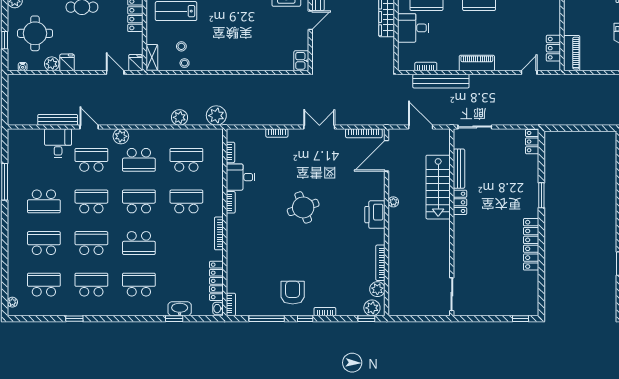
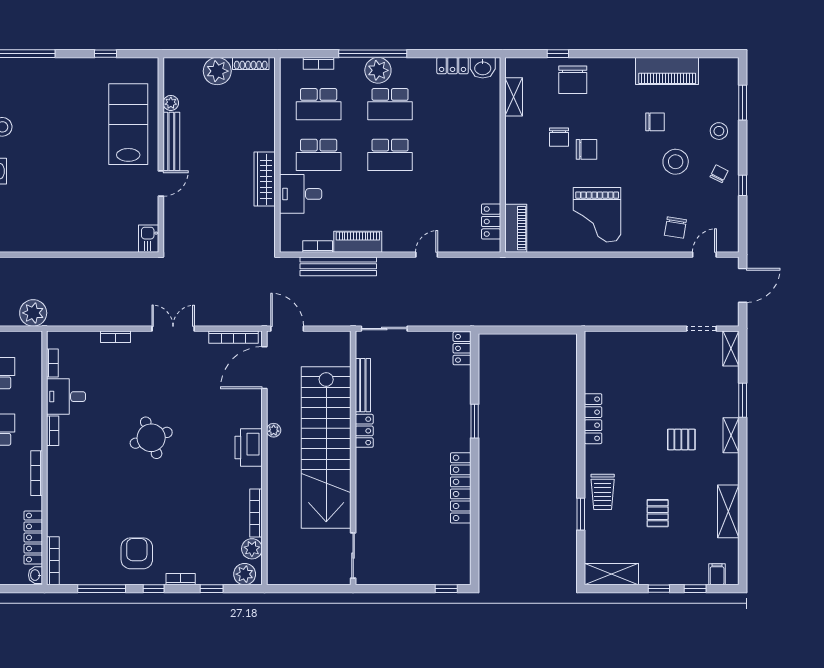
piano: (477, 63) -> (358, 242), moved
door: (529, 73) -> (427, 255), moved
door: (421, 127) -> (287, 329), moved
stairs: (438, 187) -> (326, 447), width x1.86, depth x1.51
bookcase: (231, 304) -> (53, 561), width x1.56
window: (366, 319) -> (212, 589), moved

